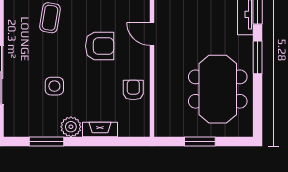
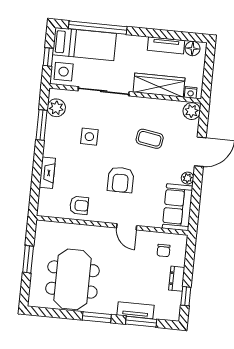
door: (152, 34) -> (127, 227), swing flipped
meeting table: (218, 89) -> (72, 279), turned 90
plant: (71, 127) -> (56, 108), moved

